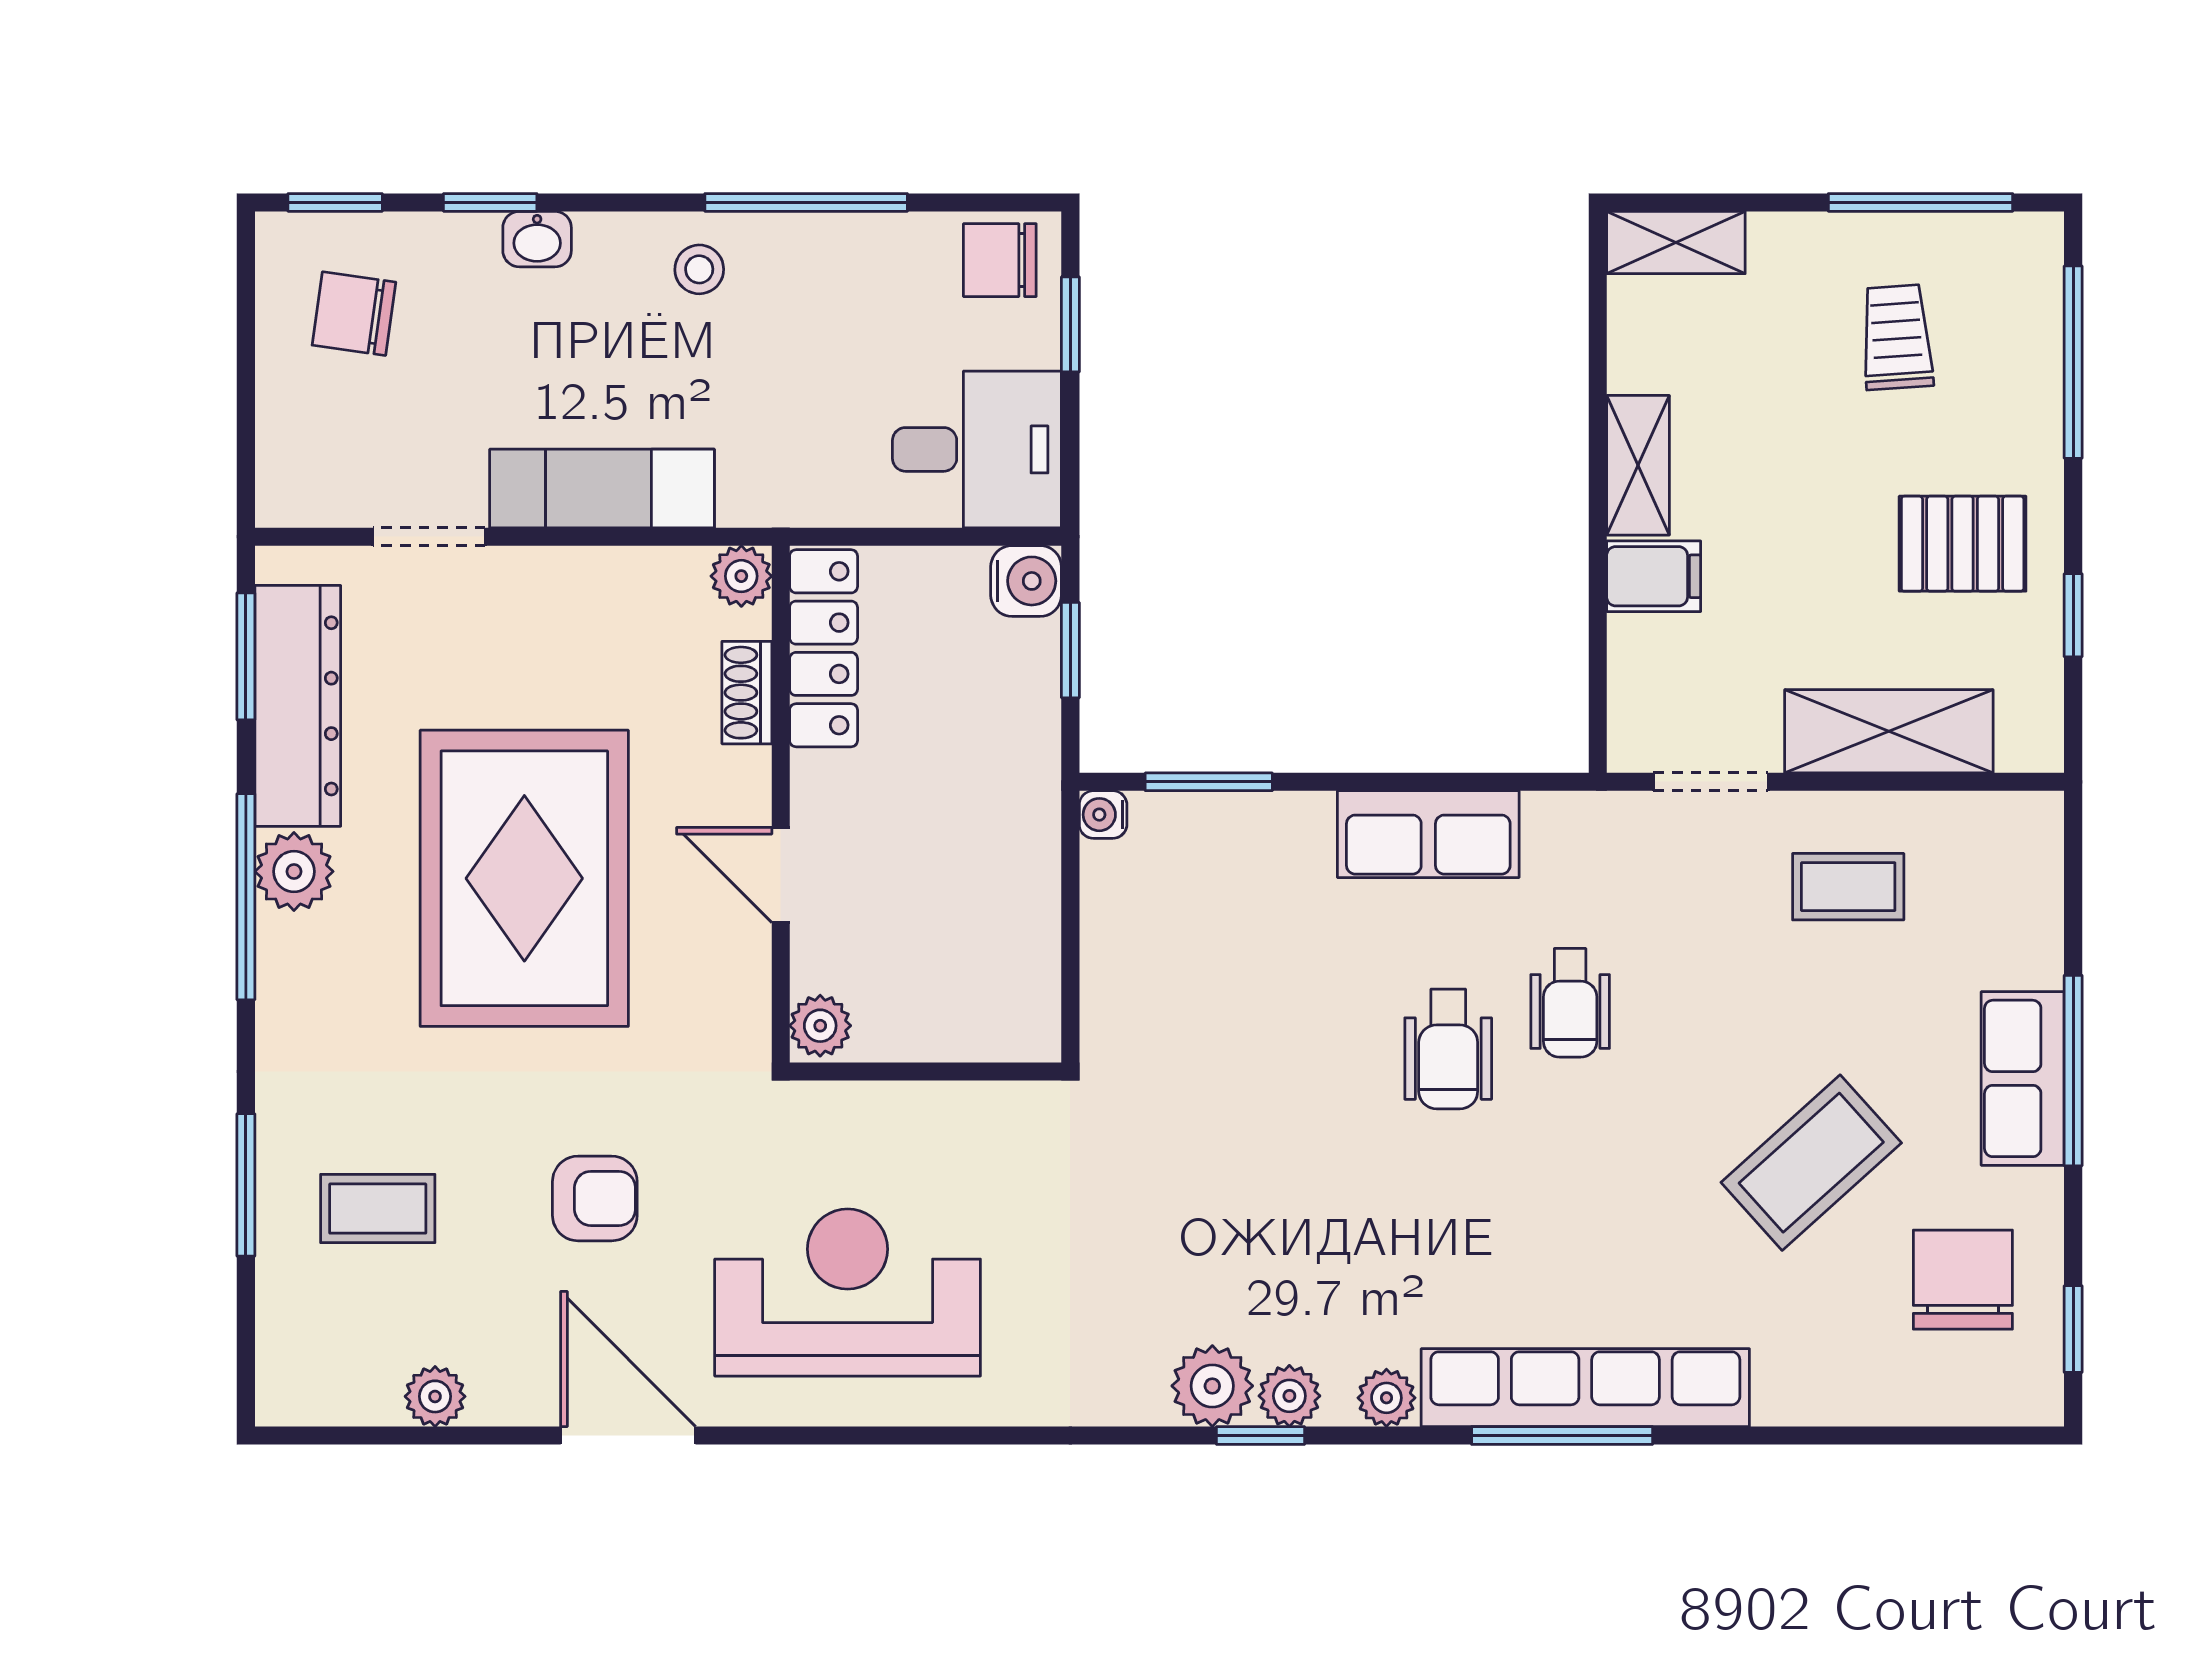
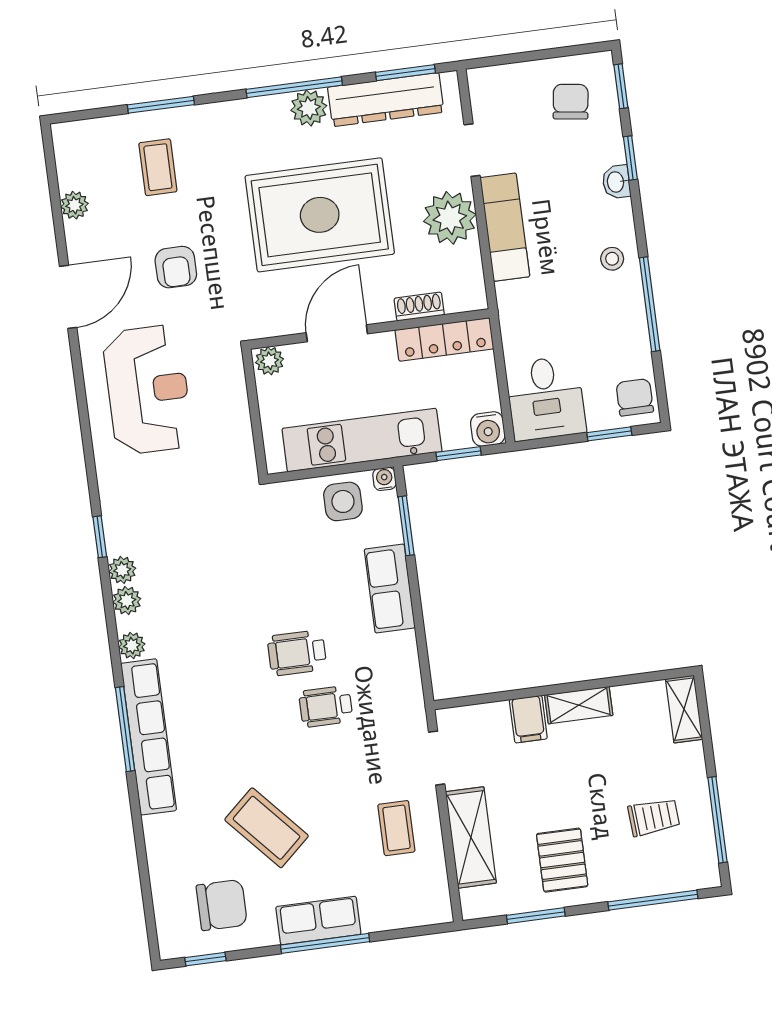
plant: (741, 576) -> (450, 218), moved, width x1.87, depth x1.87
window: (2073, 615) -> (536, 916), width x1.50
row of seats: (1428, 834) -> (390, 589), moved
kitchen unit: (1014, 851) -> (362, 440), added
door: (781, 875) -> (337, 333), width x1.38
side table: (1139, 909) -> (343, 501), added
plant: (1212, 1386) -> (122, 570), width x0.73, depth x0.73
window: (1260, 1435) -> (100, 537), moved

